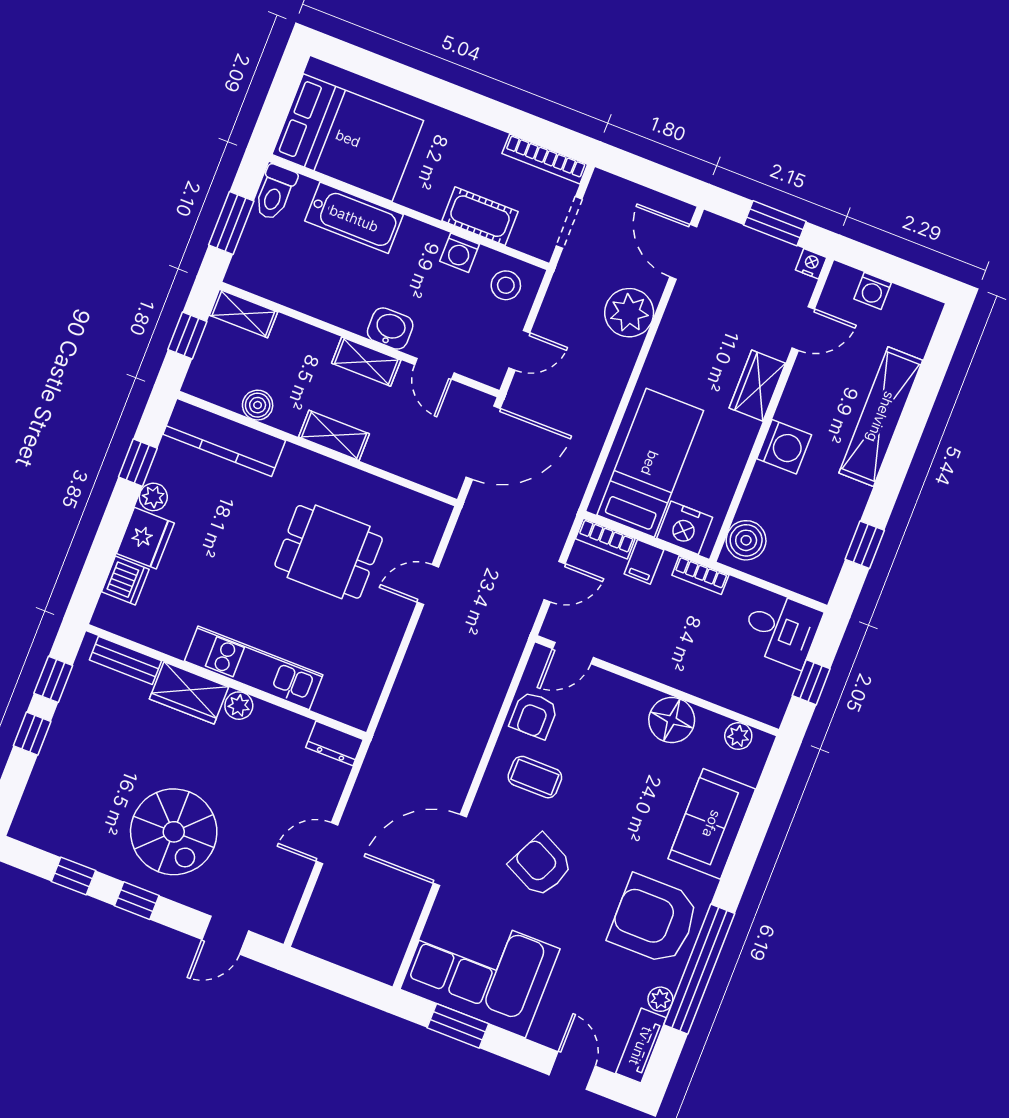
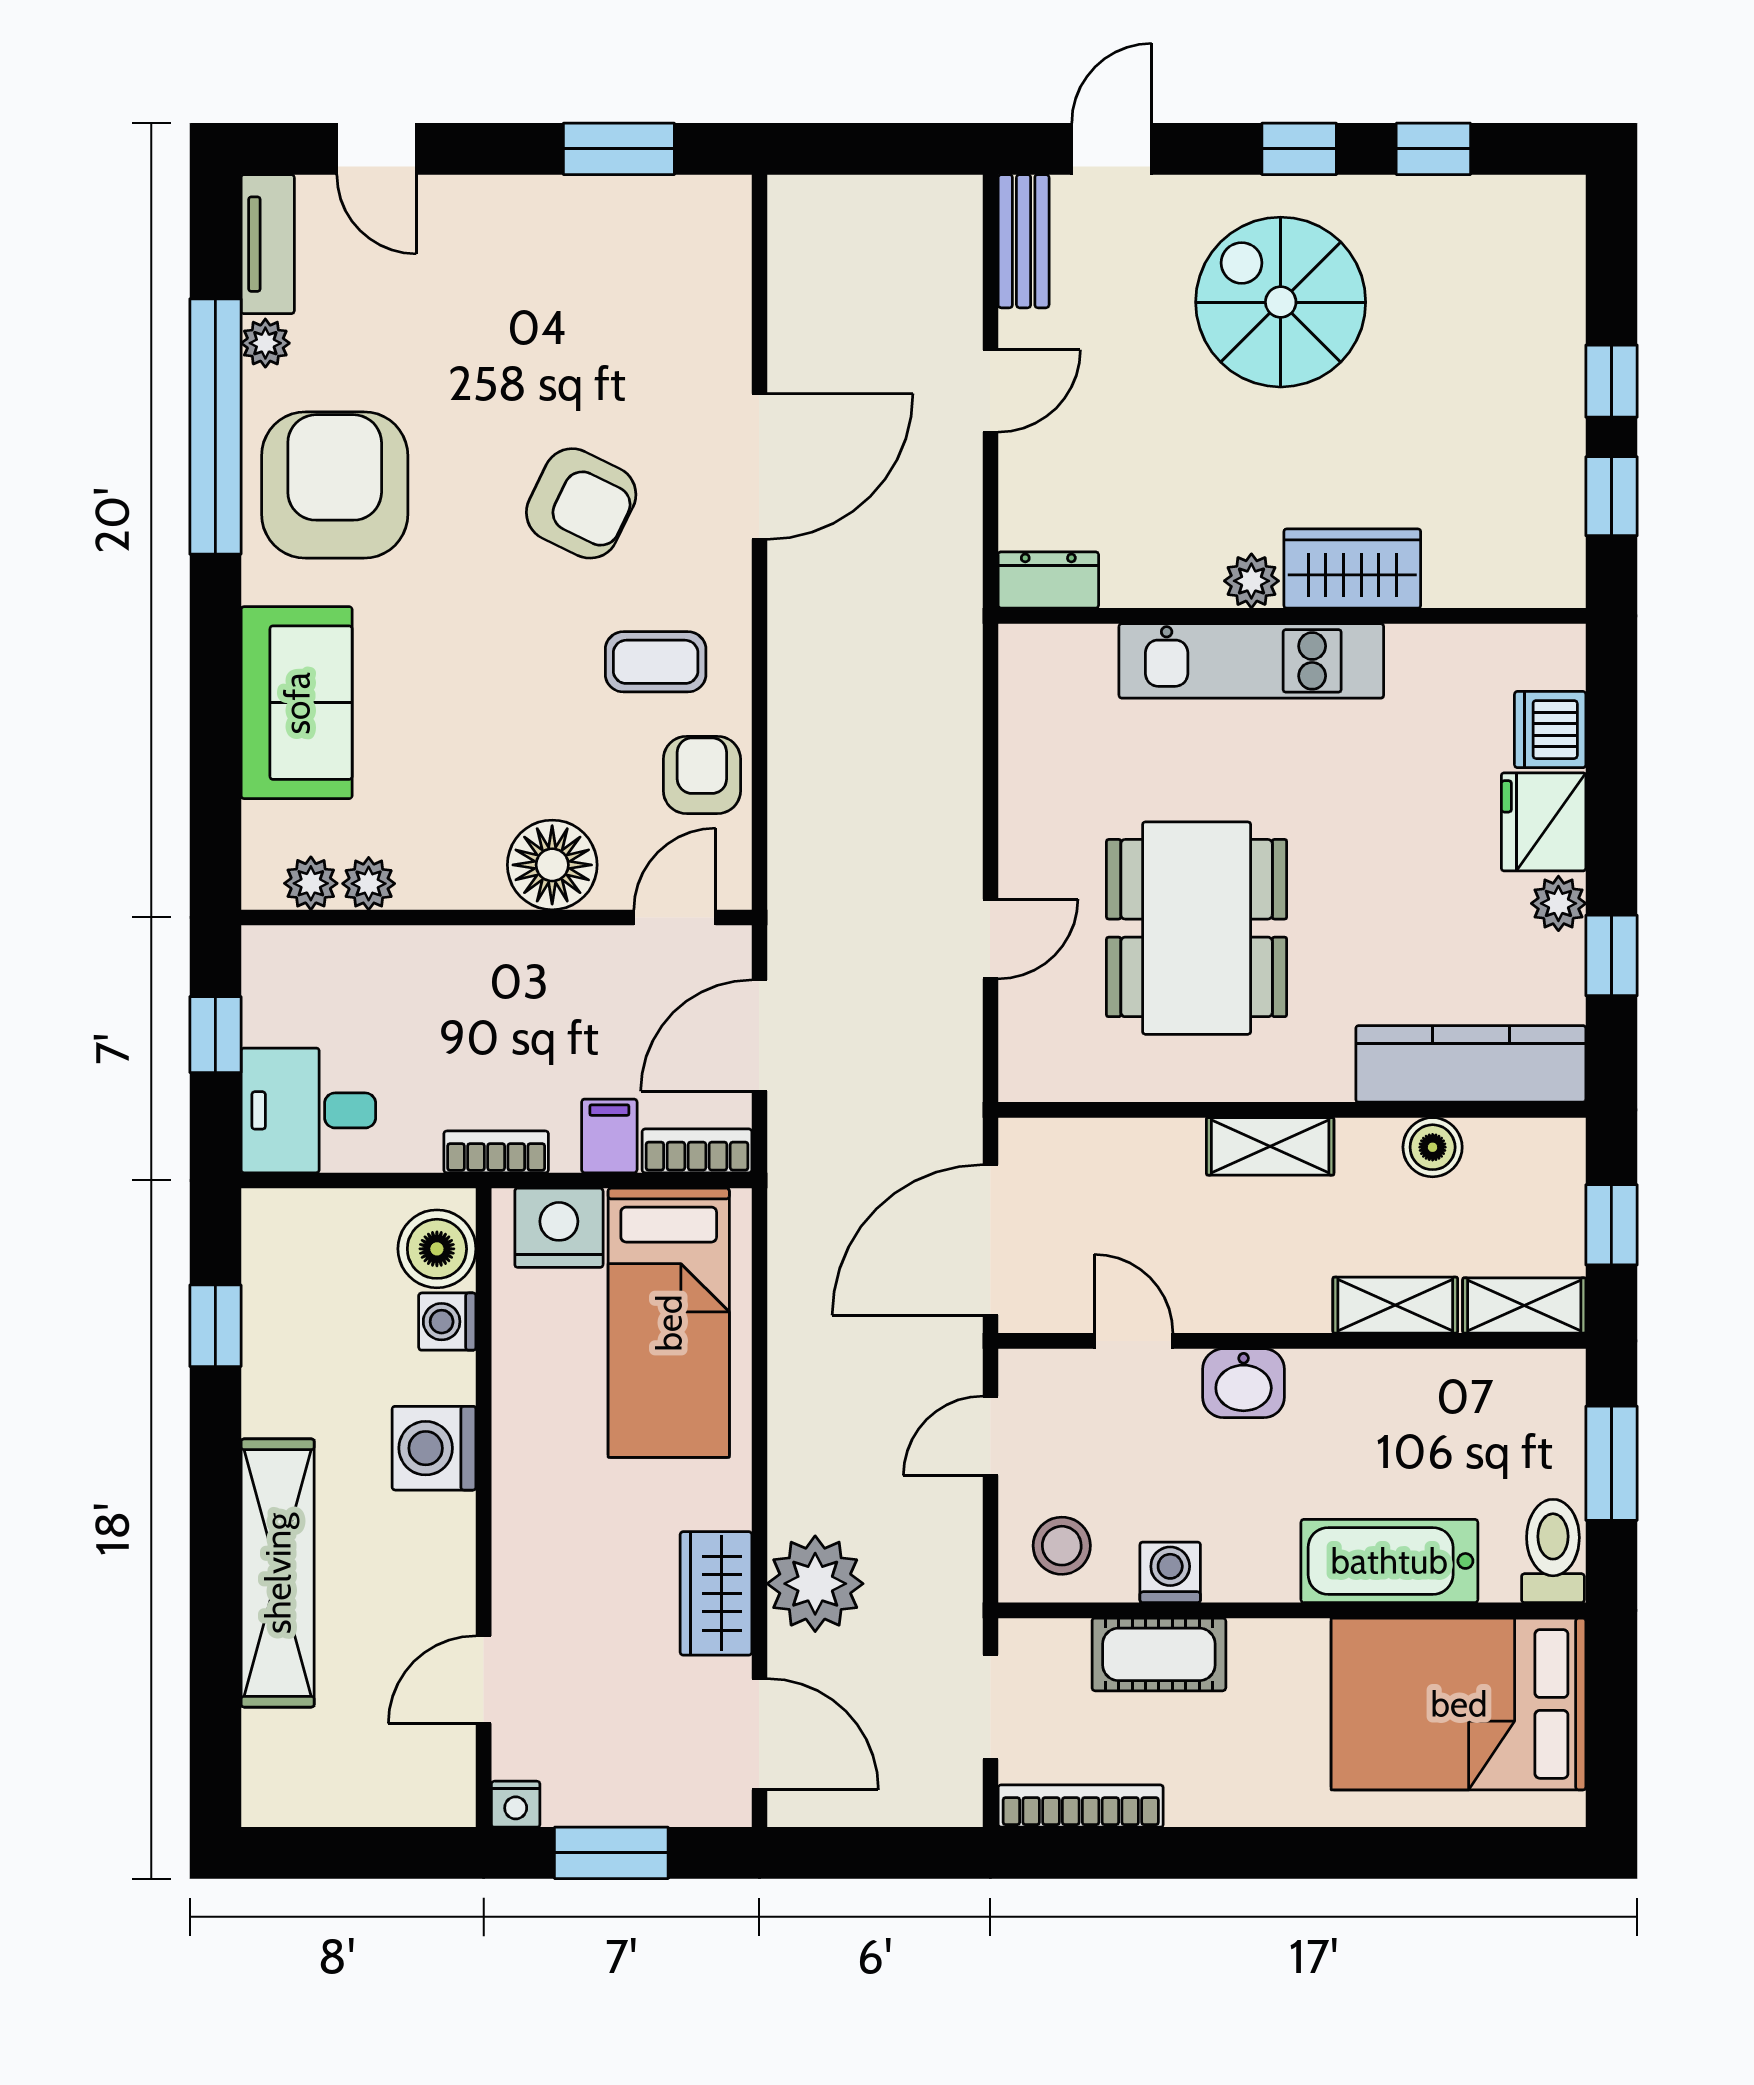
washing machine: (873, 291) -> (447, 1322), moved, turned -90
shelving: (366, 362) -> (1395, 1305), moved
wardrobe: (757, 386) -> (716, 1593), moved, turned 180
dining table: (329, 552) -> (1197, 928), width x1.37
door: (555, 582) -> (759, 1036), width x1.38
bench: (125, 660) -> (1024, 241), moved, turned 90
floor lamp: (672, 720) -> (552, 865), moved
plant: (711, 725) -> (369, 884), added
armchair: (654, 920) -> (335, 485), turned -90
corner sofa: (480, 969) -> (619, 269), removed

